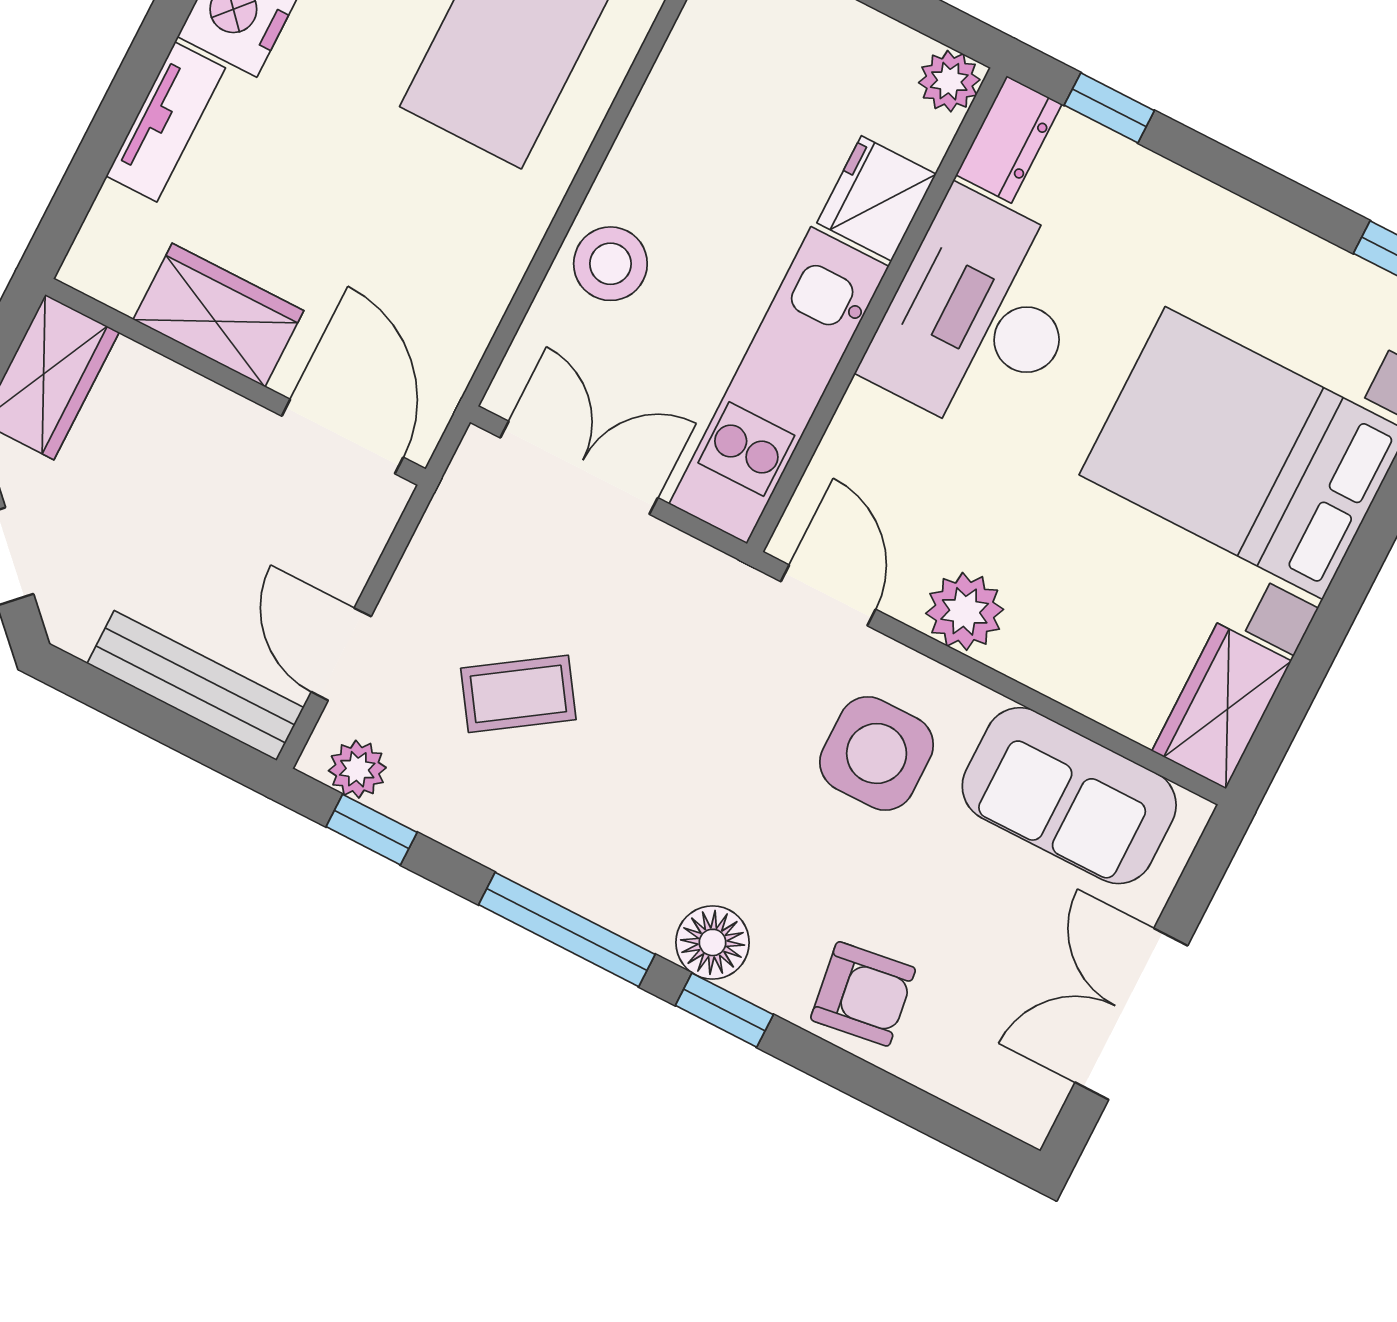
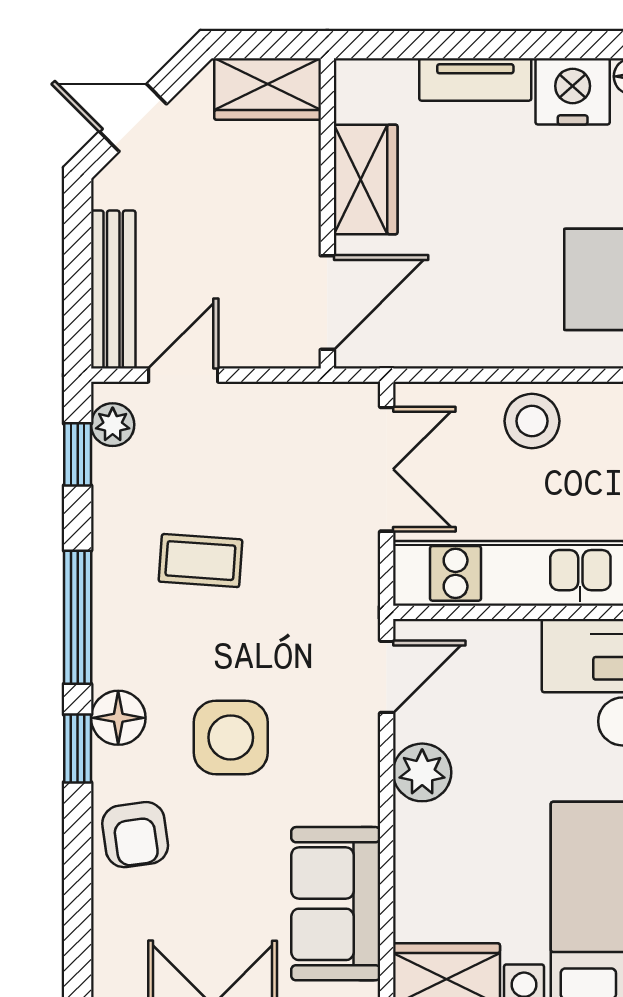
coffee table: (518, 694) -> (200, 561), moved, turned -52
side table: (877, 753) -> (231, 737), moved

